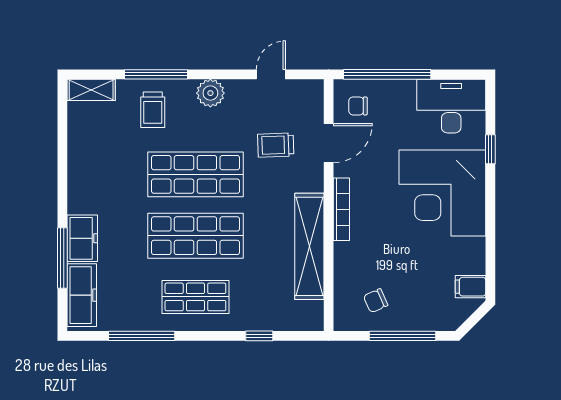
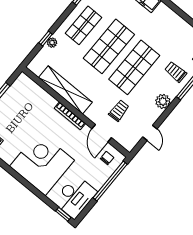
window: (490, 149) -> (63, 214), moved
chair: (376, 301) -> (20, 99), removed
plant: (258, 322) -> (52, 43), added

